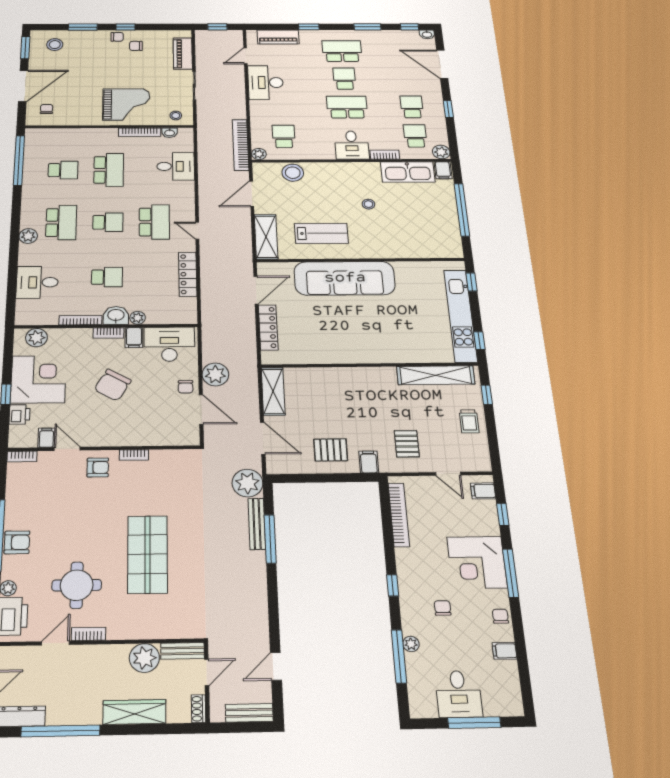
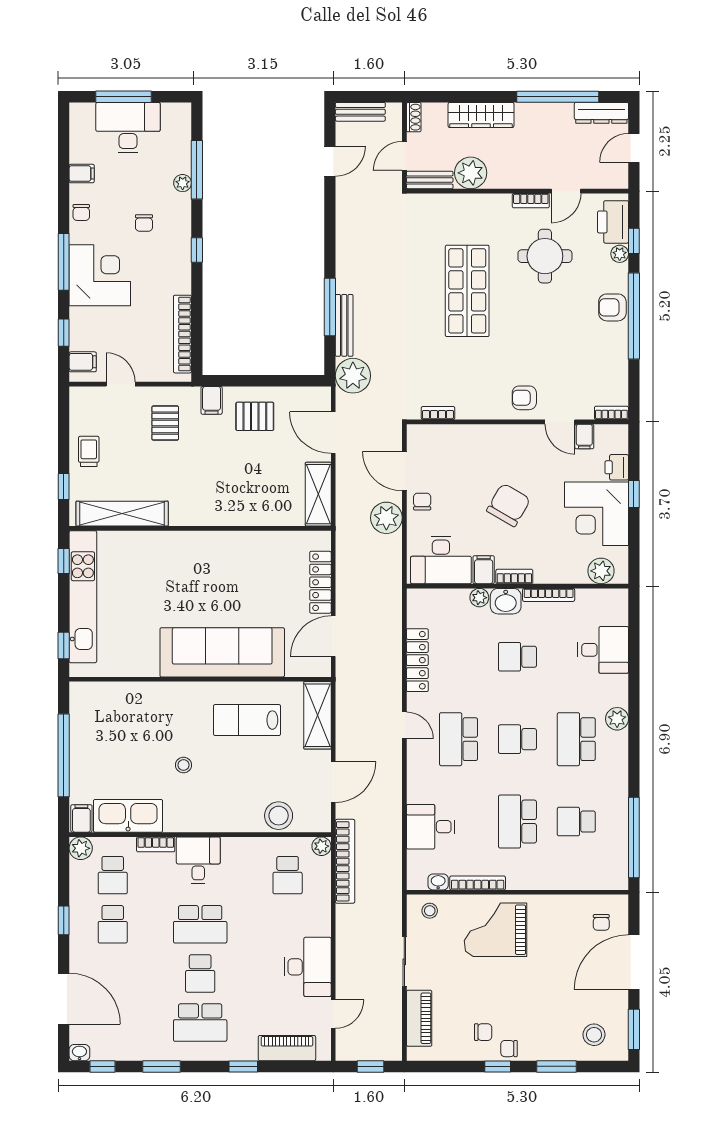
bookcase: (134, 455) -> (438, 413), moved
desk: (459, 694) -> (128, 127), width x1.37

